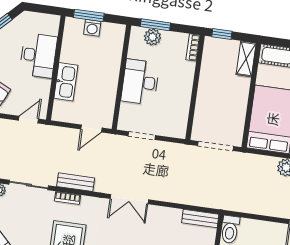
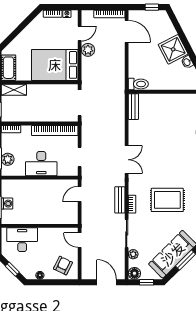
desk: (38, 55) -> (22, 240), moved
kitchen sink: (66, 82) -> (49, 217), removed
bookcase: (183, 107) -> (55, 131), added
door: (91, 128) -> (80, 194), swing flipped

